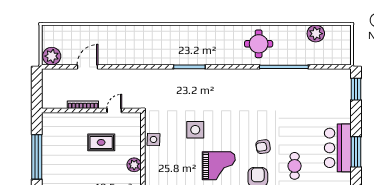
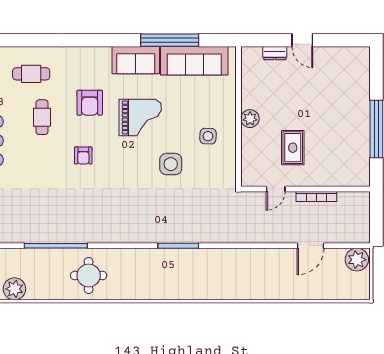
side table: (153, 139) -> (208, 136), moved
rug: (101, 142) -> (293, 148), turned 90
armchair: (263, 147) -> (83, 155), moved, turned 99
grand piano: (219, 166) -> (140, 117), turned 180

